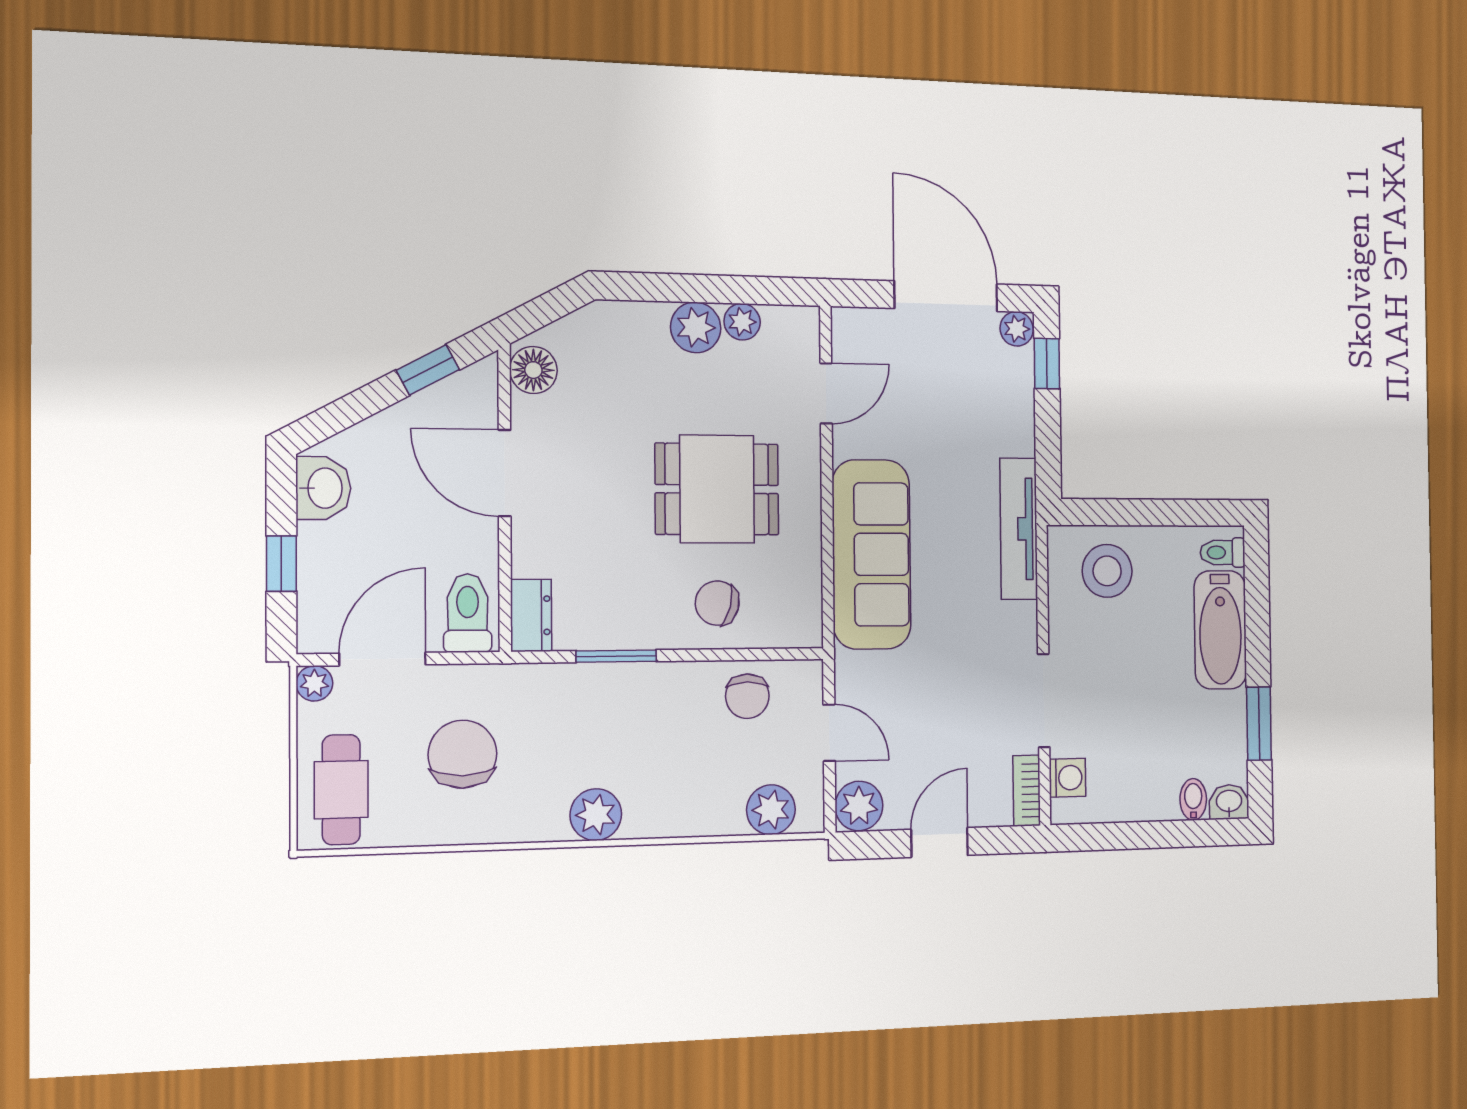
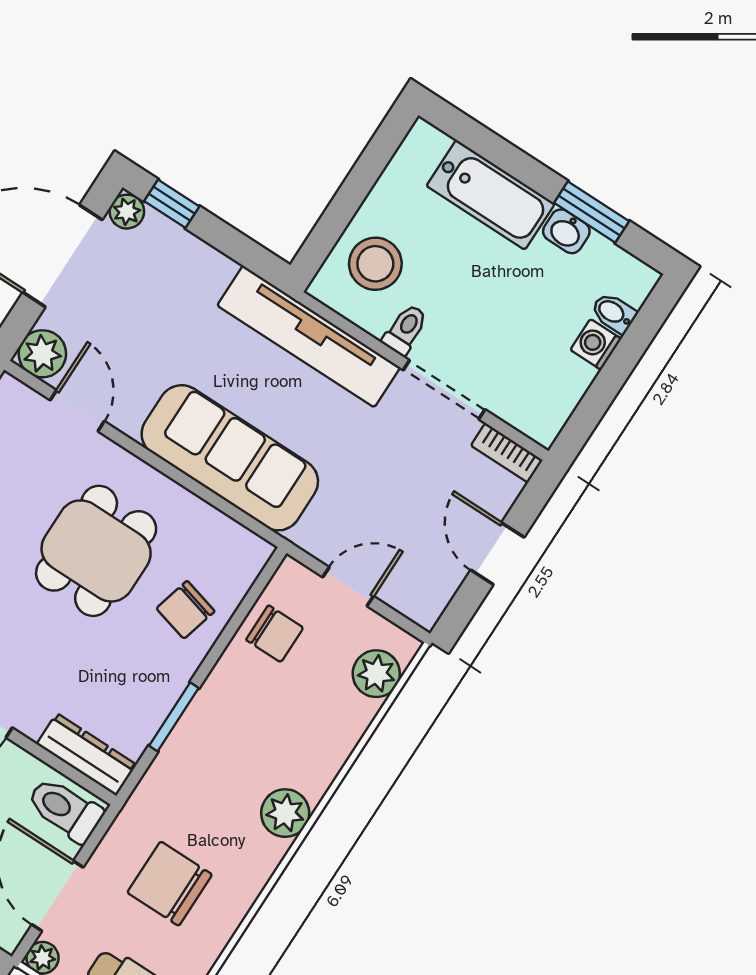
tv unit: (1019, 529) -> (309, 336), width x1.36, depth x1.29
toilet: (1223, 552) -> (405, 330), moved, turned 180
dresser: (531, 615) -> (87, 754), width x1.44
washing machine: (1067, 778) -> (596, 344), moved, turned -90
washbasin: (1229, 802) -> (566, 231), moved, turned -90
plant: (859, 806) -> (42, 354), moved

